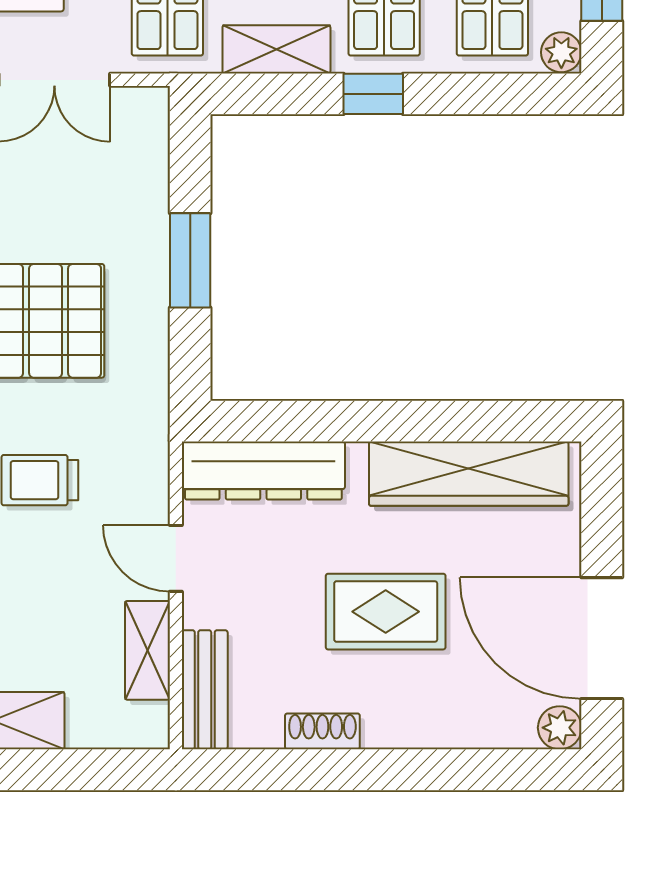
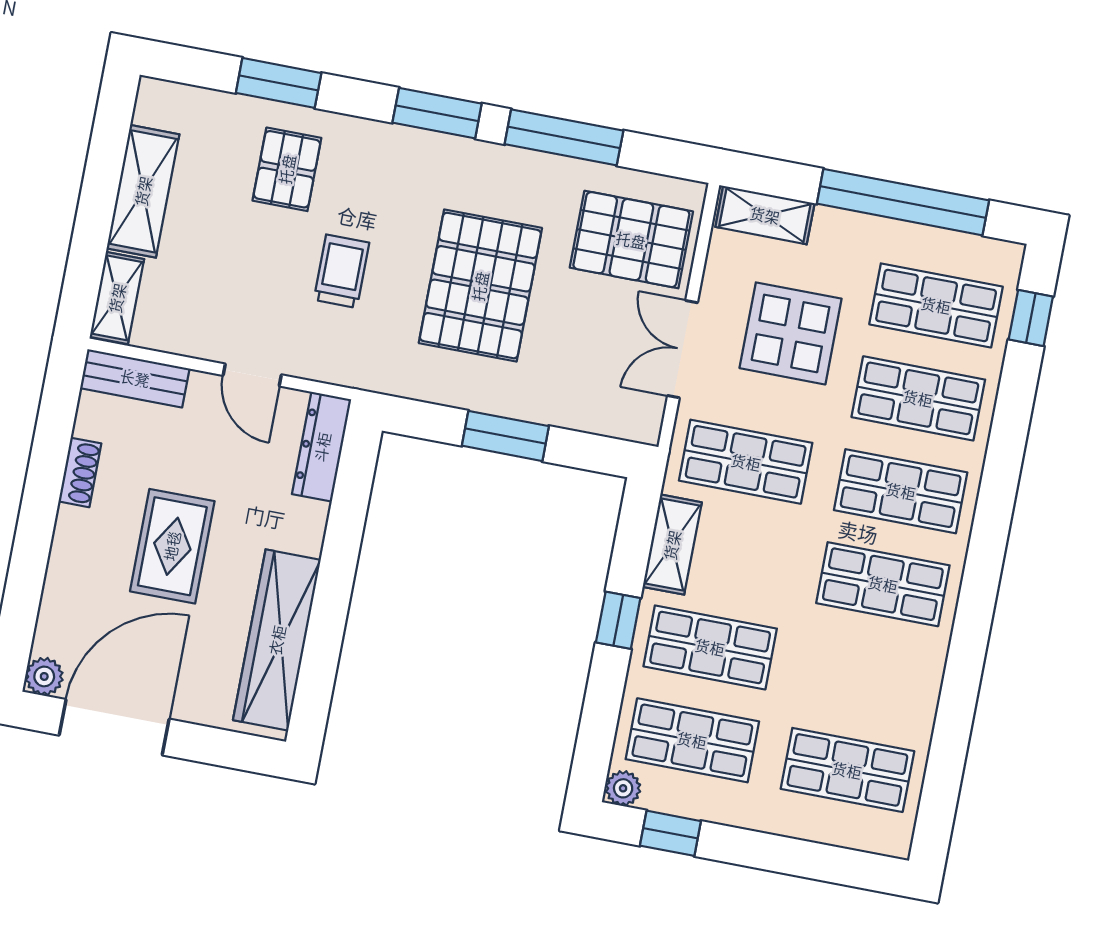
dresser: (263, 471) -> (322, 447), width x0.73, depth x0.80
door: (176, 558) -> (252, 375), swing flipped
shelving: (147, 650) -> (117, 298), moved, turned 90

